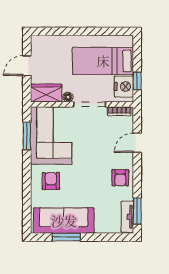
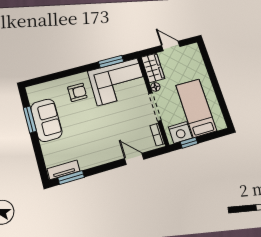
armchair: (120, 178) -> (98, 153), removed
sofa: (64, 221) -> (46, 120), width x0.73

